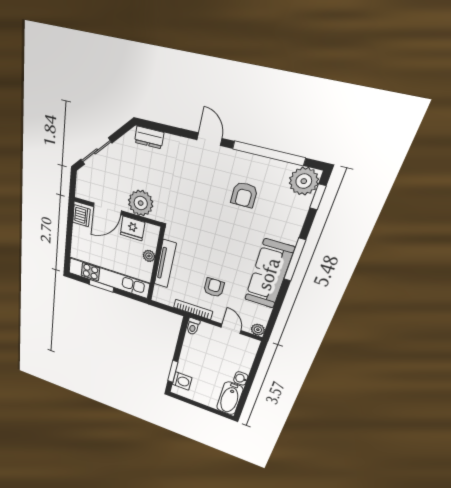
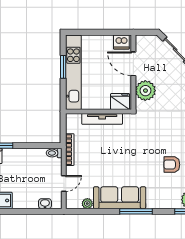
fridge: (132, 228) -> (120, 101), moved, turned 90
plant: (149, 256) -> (105, 104), removed
armchair: (214, 288) -> (95, 161), removed
plant: (258, 330) -> (87, 204), moved
washbasin: (241, 378) -> (45, 204), moved

